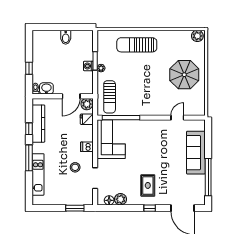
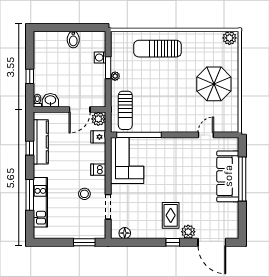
washing machine: (88, 66) -> (100, 58), moved
window: (29, 158) -> (30, 195), moved
window: (208, 177) -> (242, 179), moved
plant: (121, 199) -> (188, 232), moved

